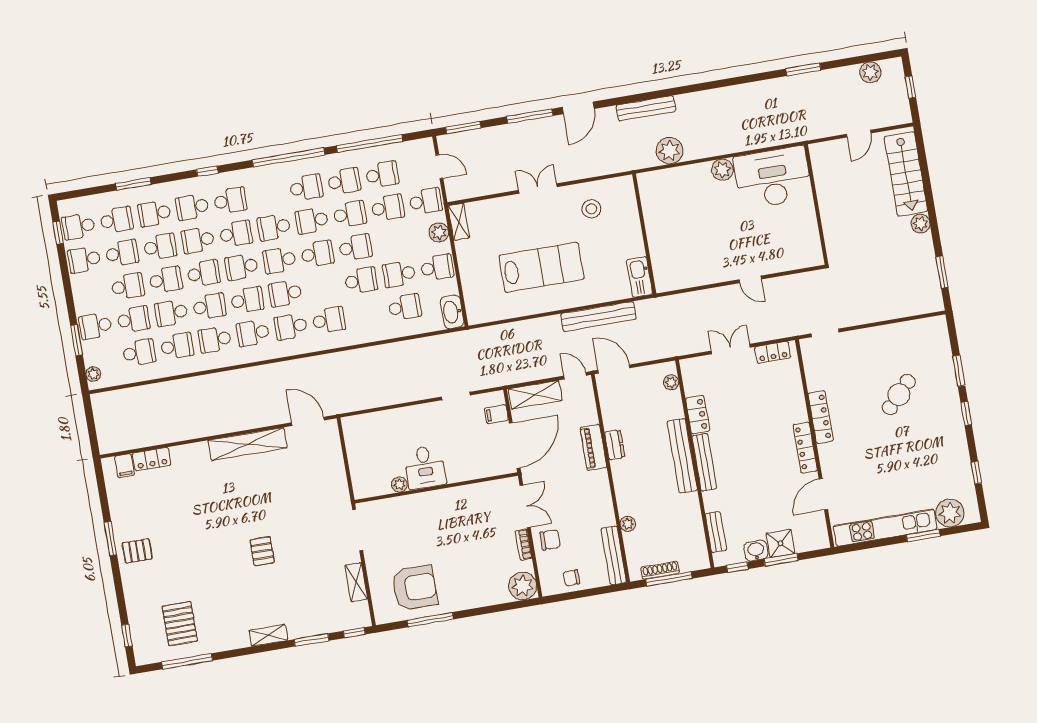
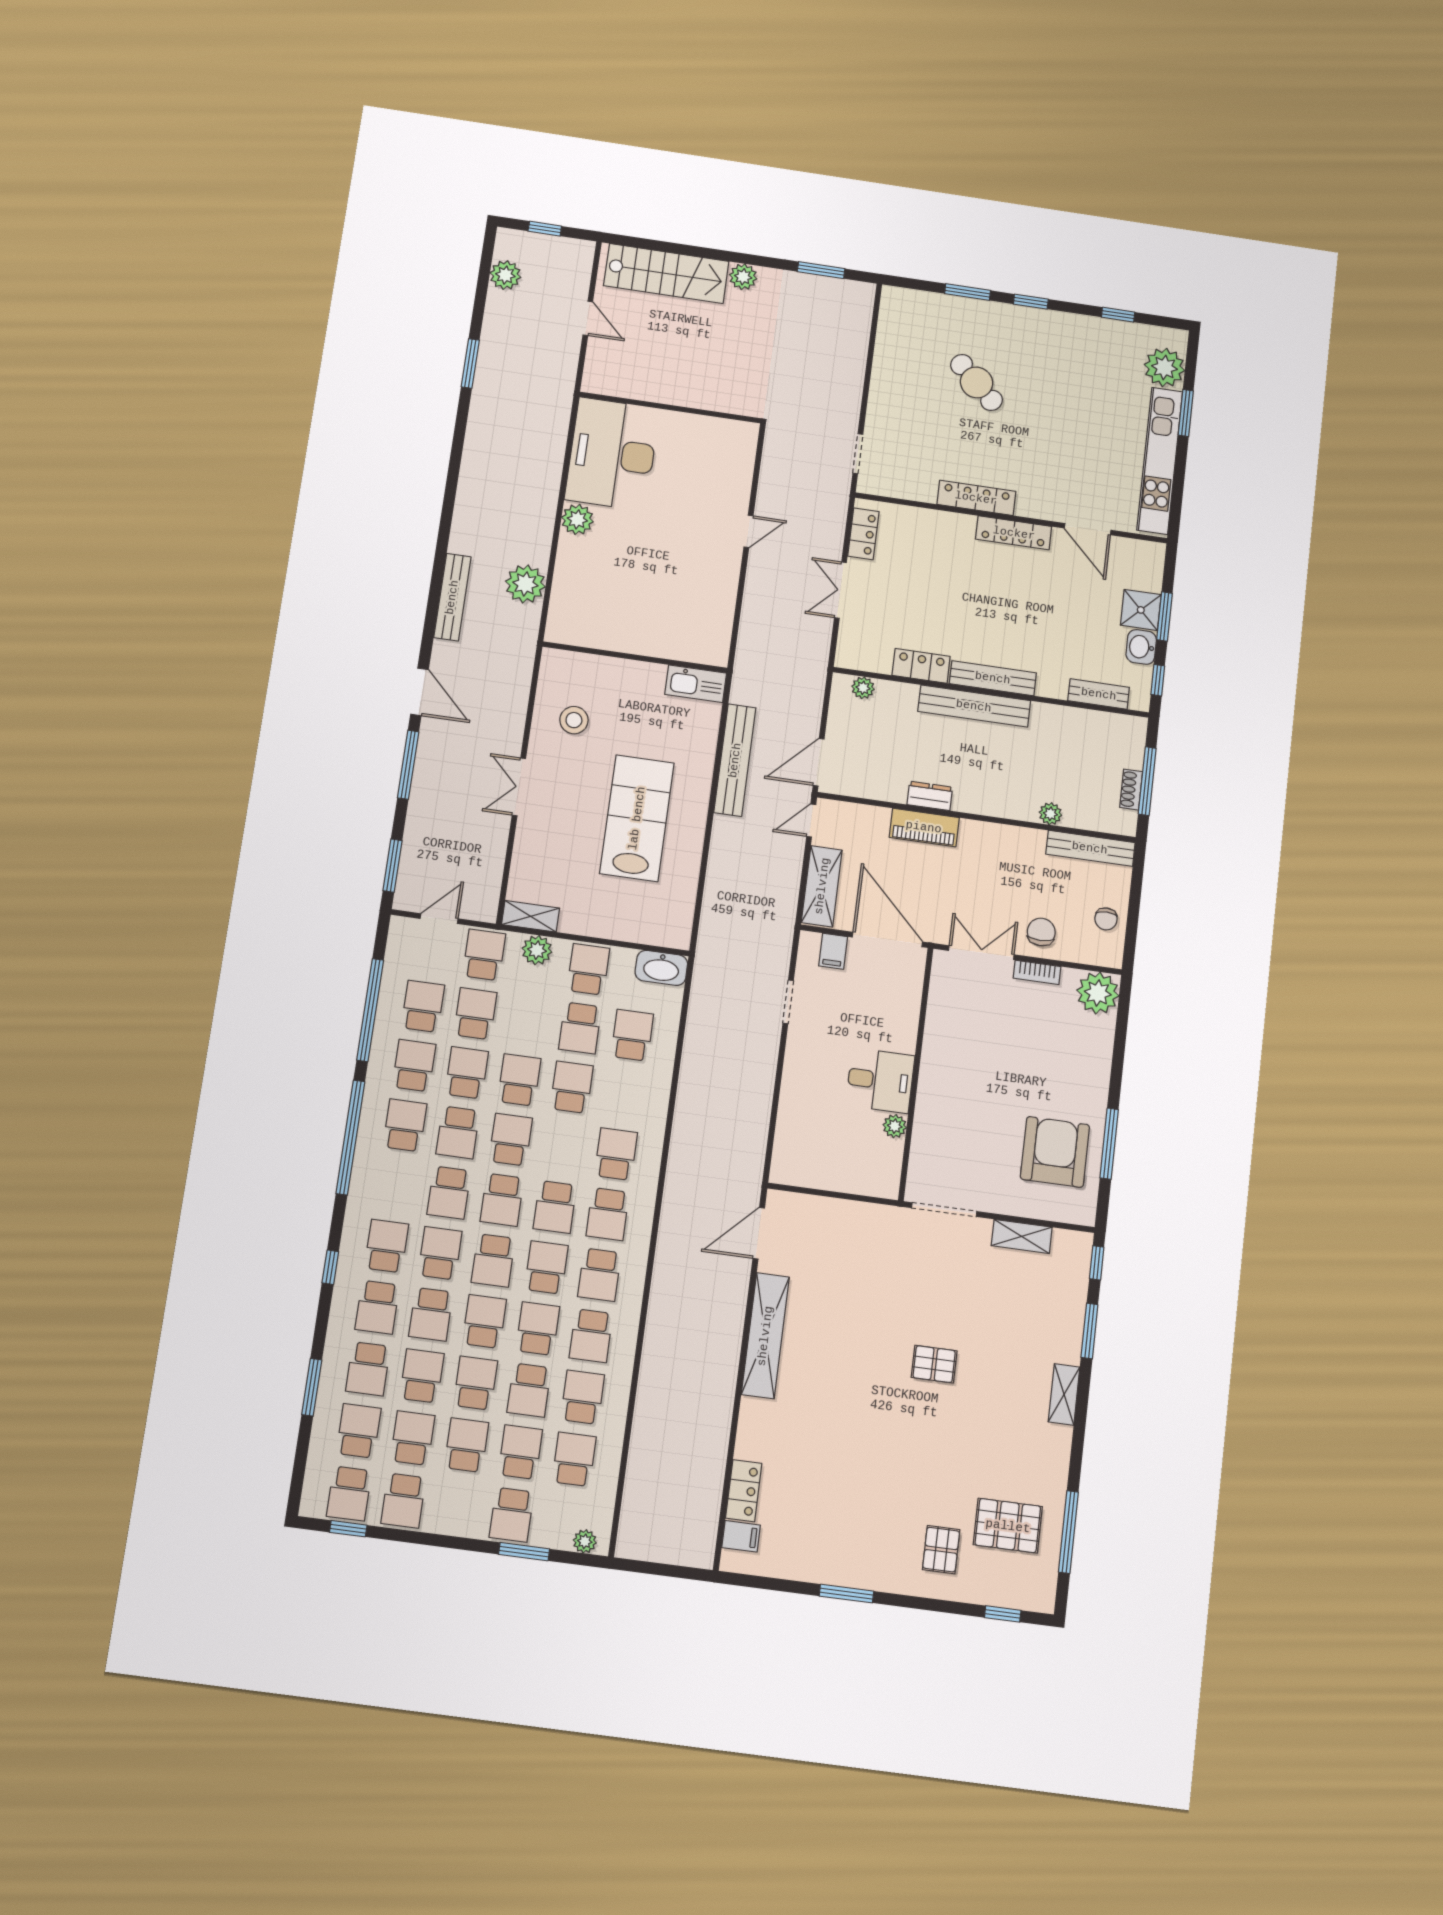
pallet: (137, 551) -> (941, 1550), moved
shoe rack: (660, 570) -> (1131, 790), width x0.70

